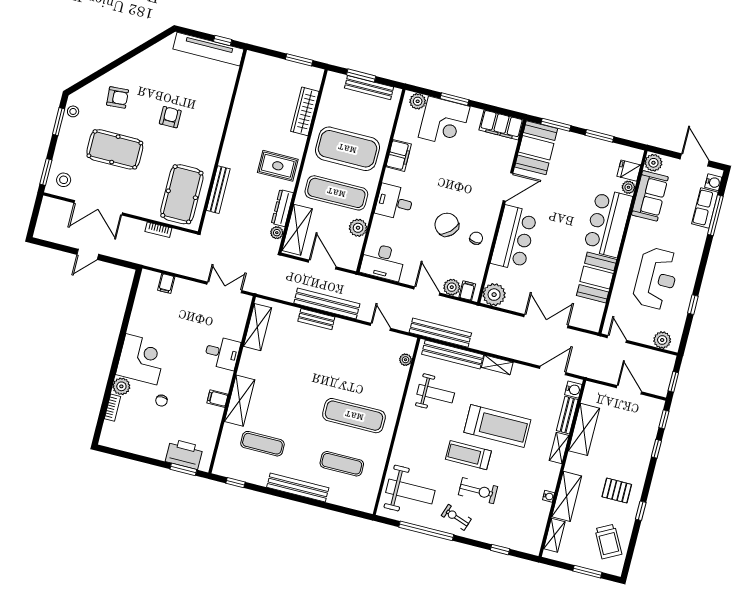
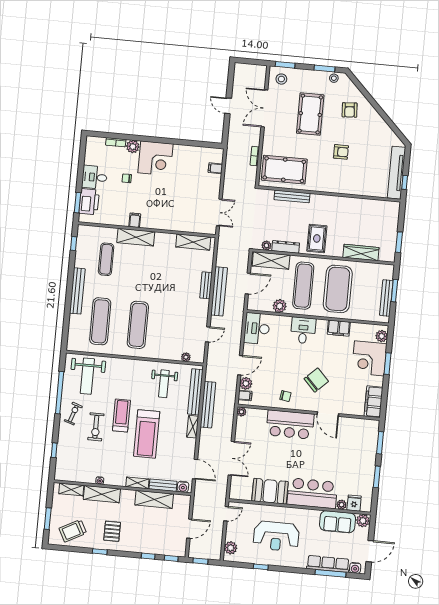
booth: (536, 148) -> (361, 431), removed
row of seats: (705, 208) -> (328, 564), width x1.48
chair: (447, 225) -> (316, 380), moved
plant: (494, 295) -> (242, 412), width x0.53, depth x0.53
bench: (440, 333) -> (208, 405), moved
desk: (222, 353) -> (94, 177), moved, turned 90
exercise mat: (342, 464) -> (100, 321), width x1.36, depth x1.45

